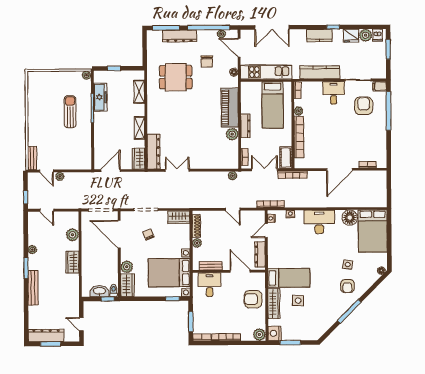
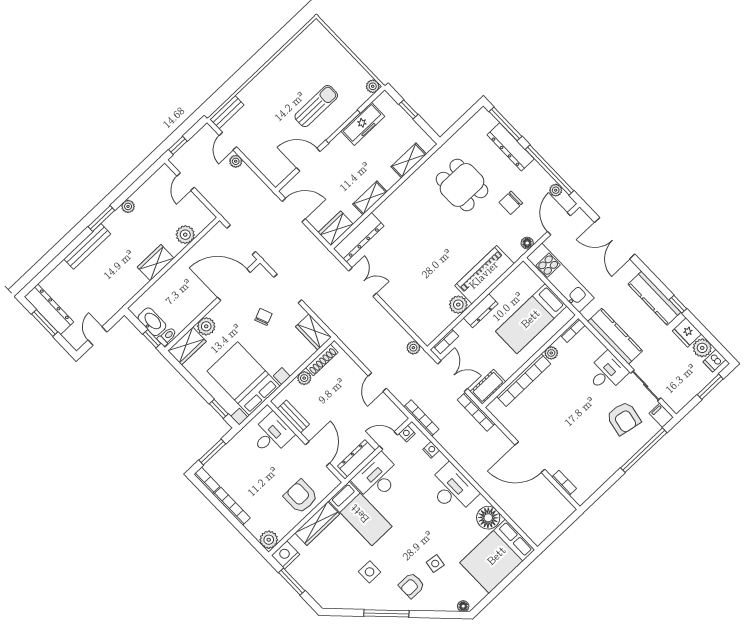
kitchen counter: (319, 36) -> (654, 298), width x1.50
armchair: (364, 106) -> (624, 418), turned 101
door: (93, 140) -> (308, 160), added
door: (119, 234) -> (234, 285), hinge flipped
desk: (279, 253) -> (377, 478), added
side table: (298, 301) -> (370, 572), moved

